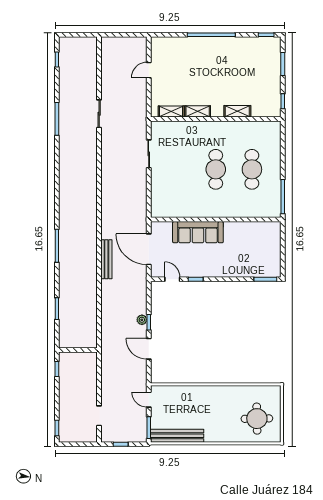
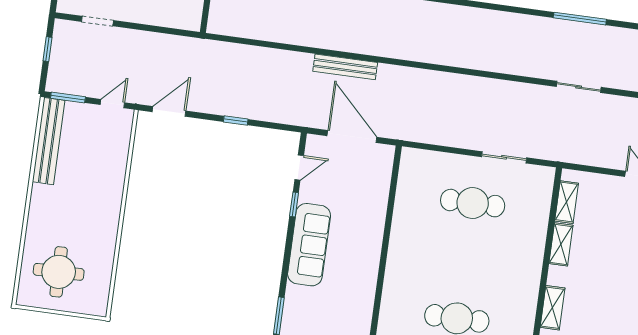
cafe table: (216, 169) -> (473, 203), moved
sofa: (198, 232) -> (309, 245), moved, turned 180
door: (149, 249) -> (352, 136), hinge flipped
plant: (142, 320) -> (241, 110), removed
door: (149, 349) -> (169, 111), moved

